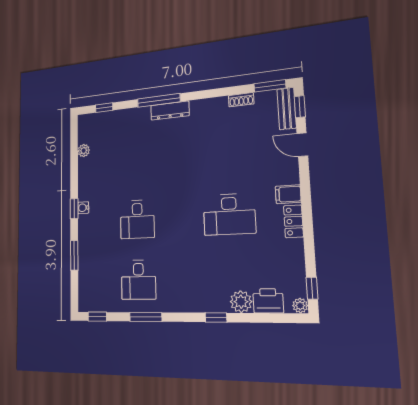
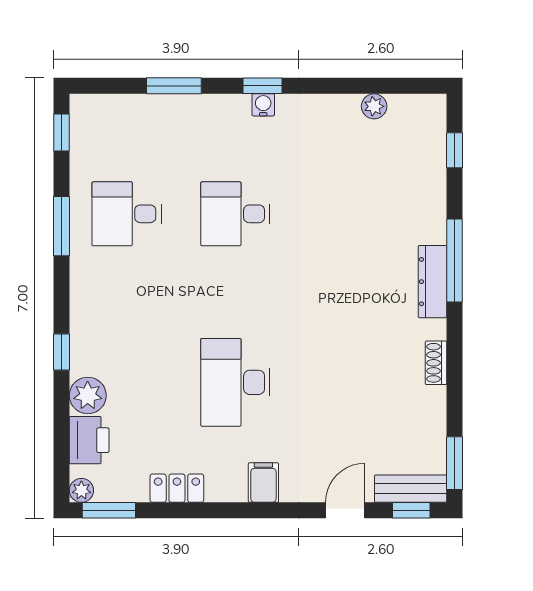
shoe rack: (241, 100) -> (436, 363), moved
locker: (293, 221) -> (177, 488), moved
window: (312, 288) -> (109, 510), width x1.50

